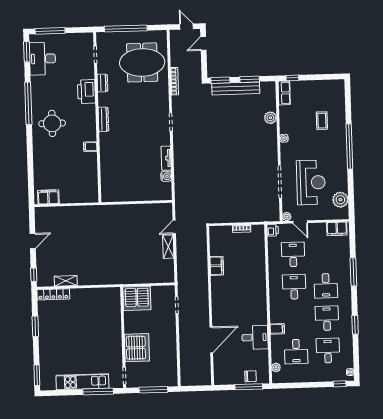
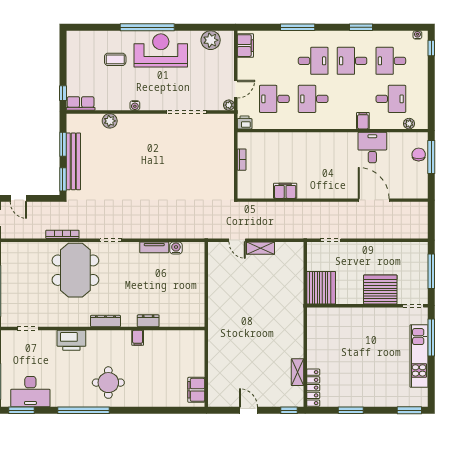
meeting table: (142, 62) -> (75, 270), moved
dresser: (102, 83) -> (148, 321), moved
reception desk: (311, 182) -> (161, 50), moved

